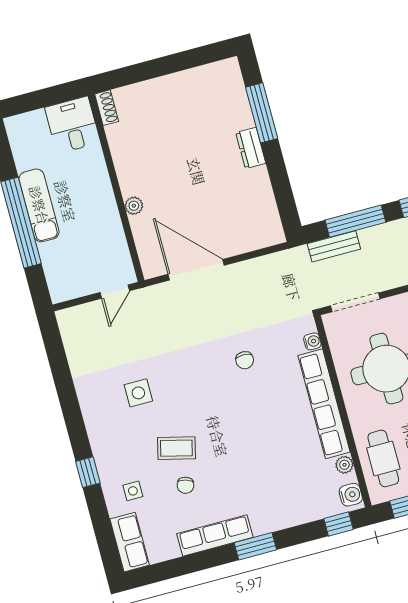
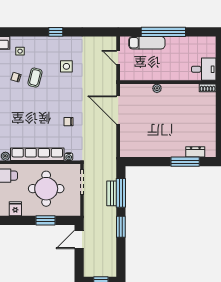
dresser: (251, 148) -> (195, 152), moved
exam couch: (39, 205) -> (147, 43), moved
bench: (334, 246) -> (112, 193), moved
door: (196, 270) -> (118, 110), swing flipped
door: (115, 292) -> (118, 58), moved
window: (88, 472) -> (56, 32), moved

